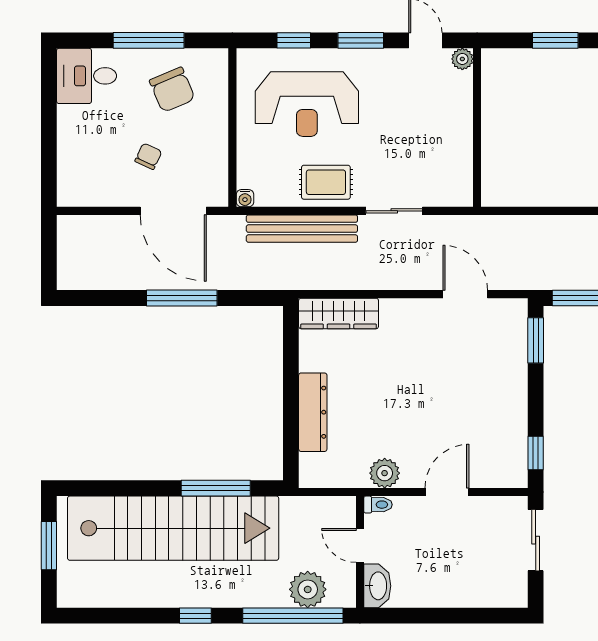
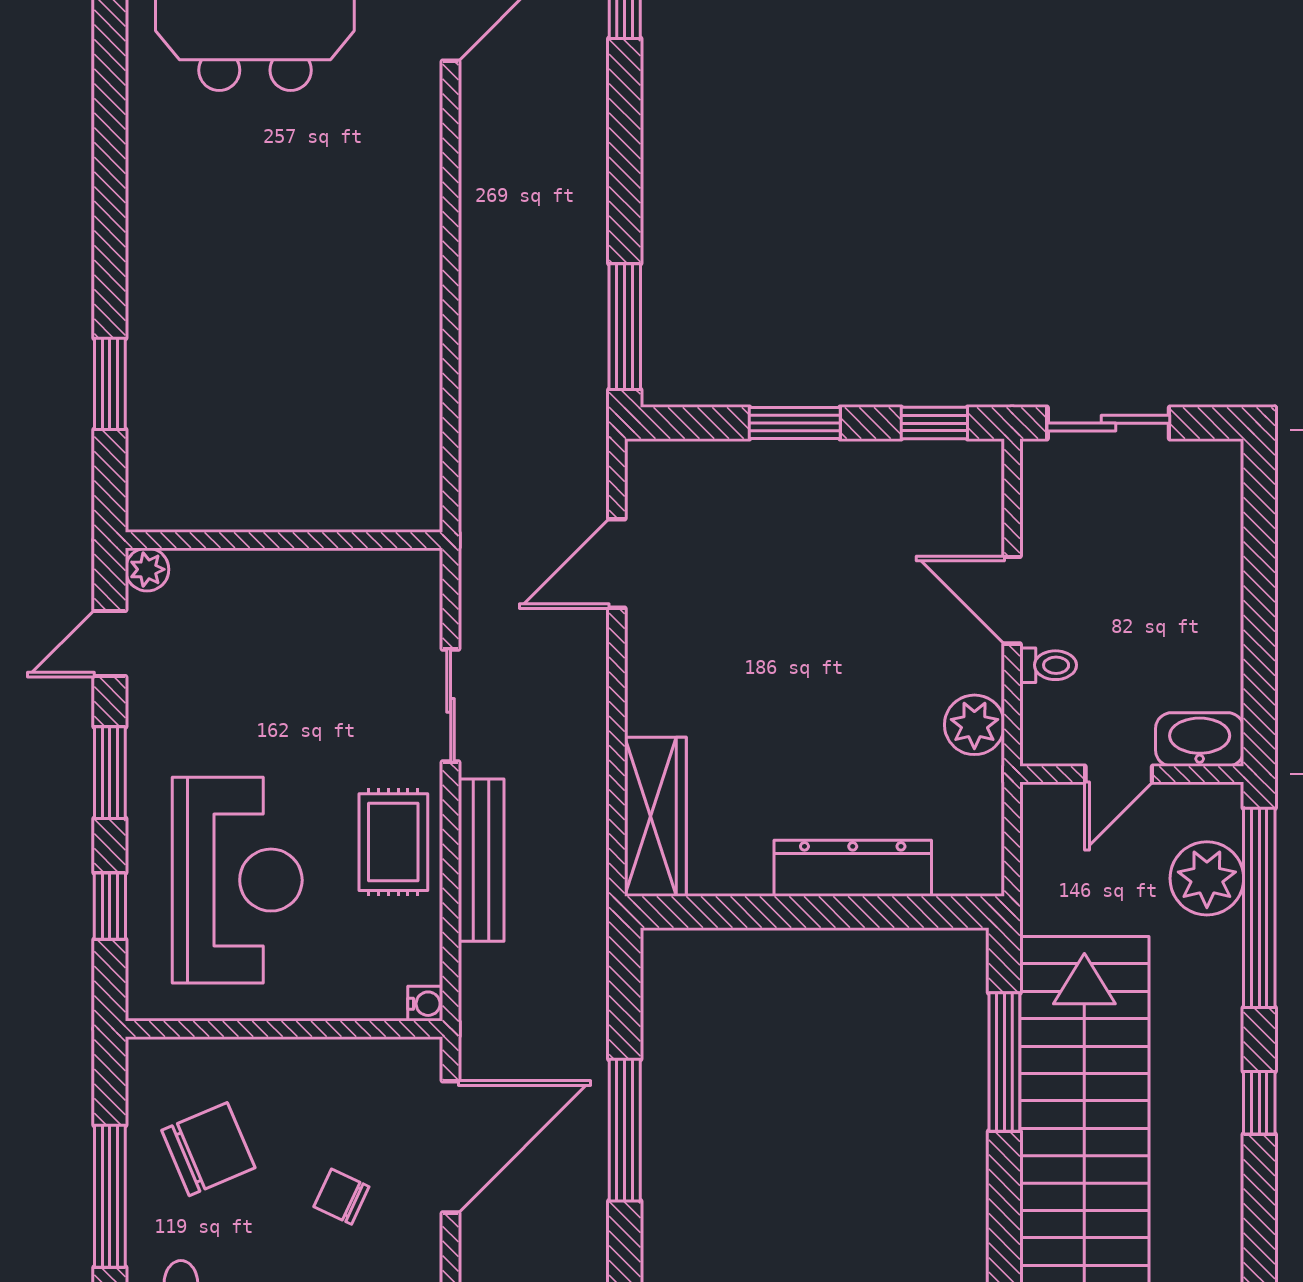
bench: (302, 229) -> (481, 860), width x0.73, depth x0.82
window: (536, 340) -> (795, 423), moved
toilet: (378, 505) -> (1048, 665), moved, turned 90

